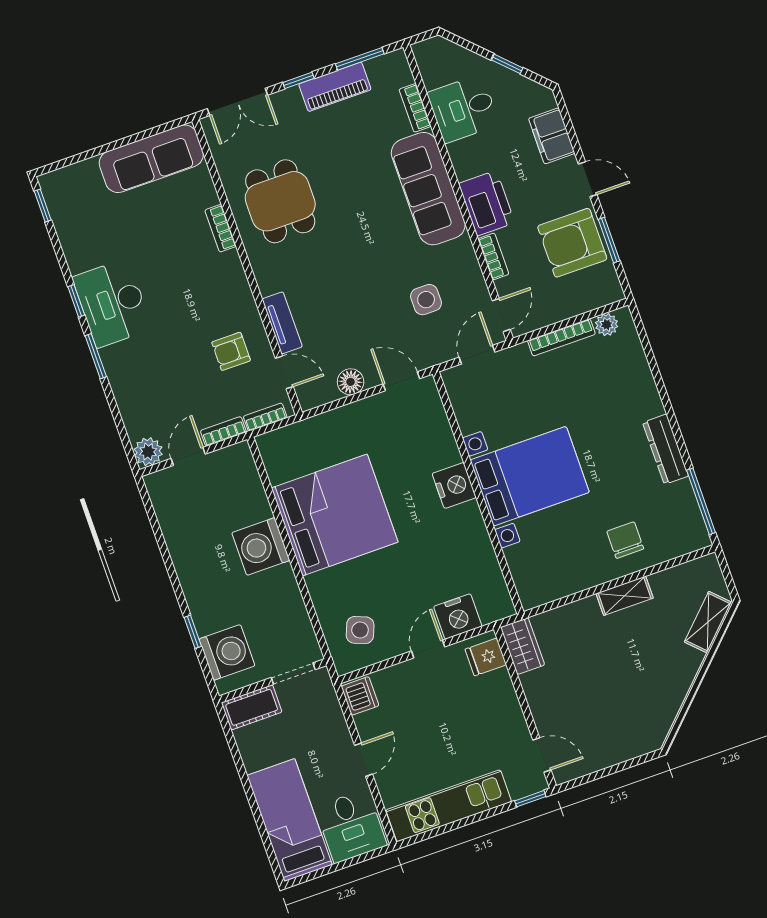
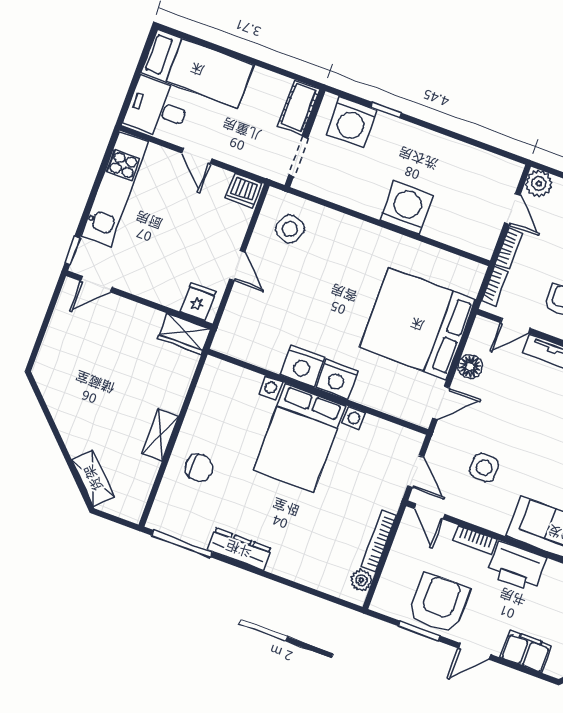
bed: (335, 515) -> (417, 324), moved, turned 90
nightstand: (458, 616) -> (302, 366), moved, turned -90

